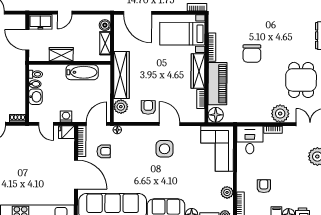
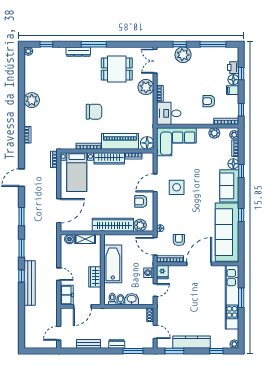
bathtub: (82, 72) -> (113, 264), width x1.36, depth x1.36

